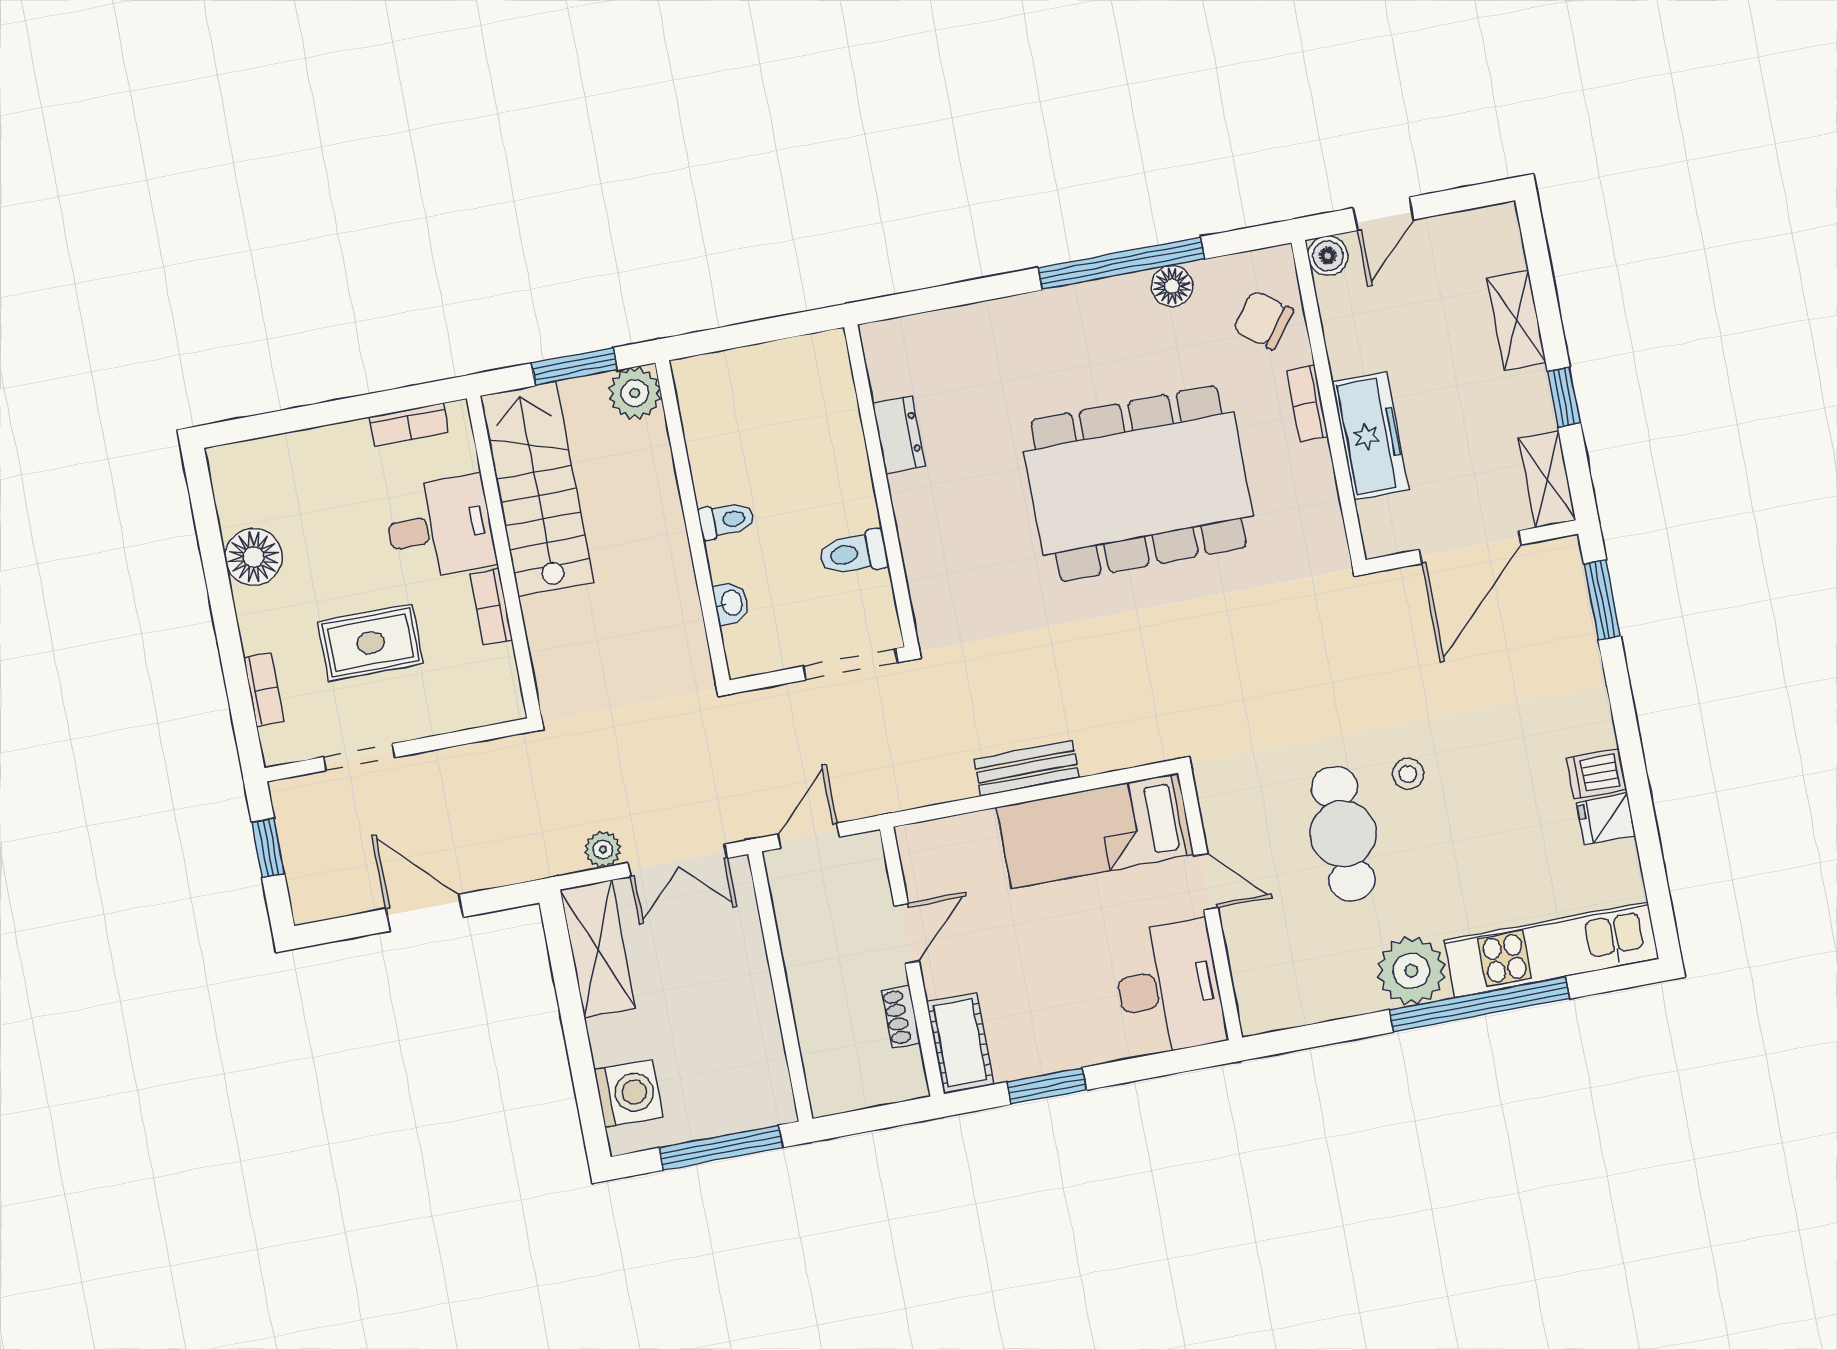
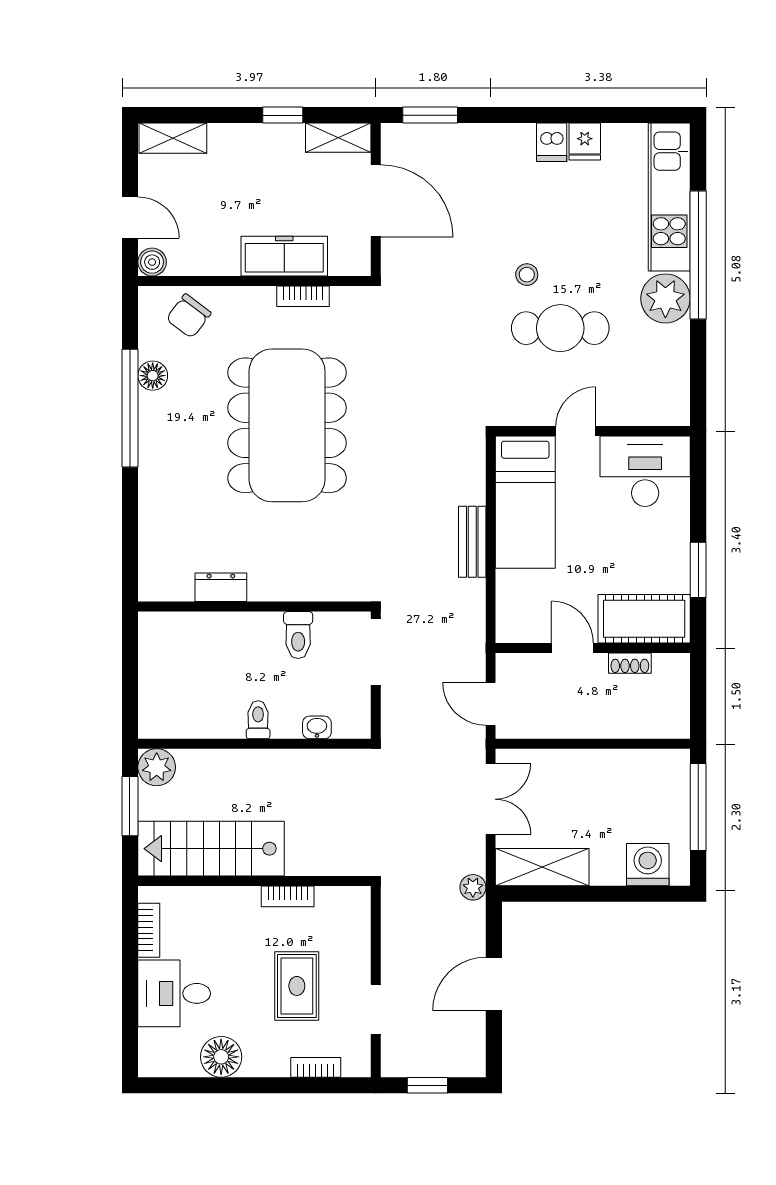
shelving: (1517, 320) -> (173, 138), moved
bookcase: (1307, 404) -> (303, 296), moved
desk: (440, 528) -> (174, 993), moved, turned -90
plant: (603, 849) -> (473, 887), moved
cot: (960, 1043) -> (644, 619), width x1.37, depth x1.34

